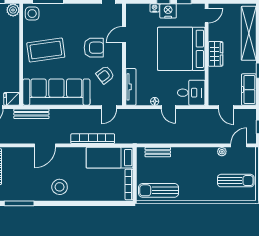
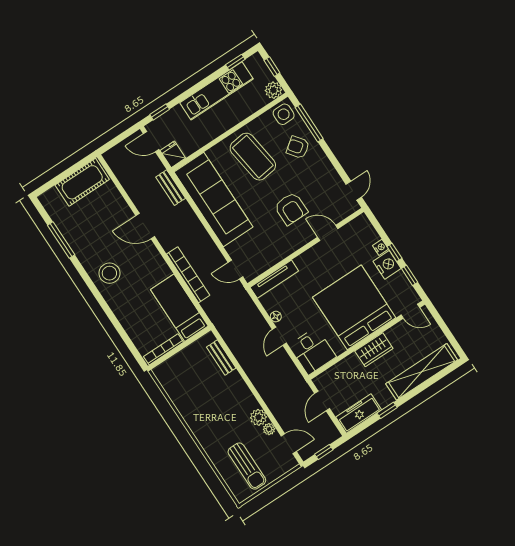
armchair: (105, 75) -> (298, 147), moved
bench: (31, 114) -> (171, 188), width x0.73
plant: (210, 153) -> (258, 417), added
sun lounger: (159, 190) -> (179, 387), removed

